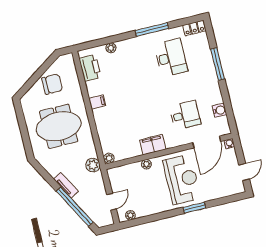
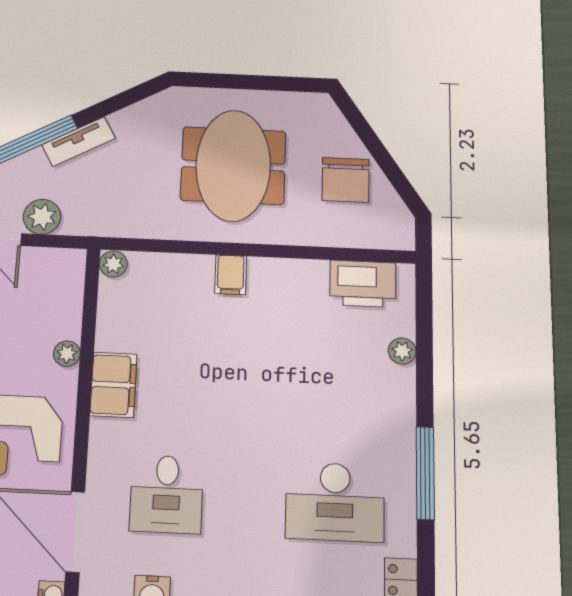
filing cabinet: (97, 102) -> (231, 275), moved
plant: (93, 165) -> (42, 217), moved

